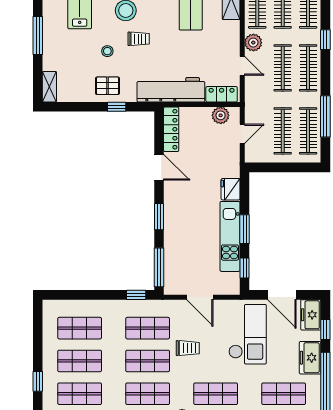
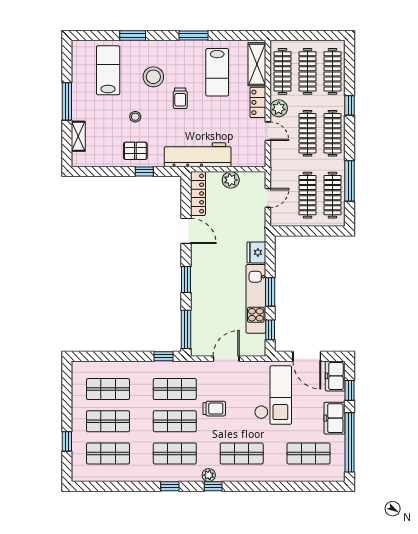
trolley: (139, 39) -> (180, 98), moved, turned 90
shelving: (49, 87) -> (78, 136), moved
locker: (222, 94) -> (258, 102), moved, turned -90
plant: (221, 115) -> (231, 180), moved
door: (200, 297) -> (226, 359), swing flipped

